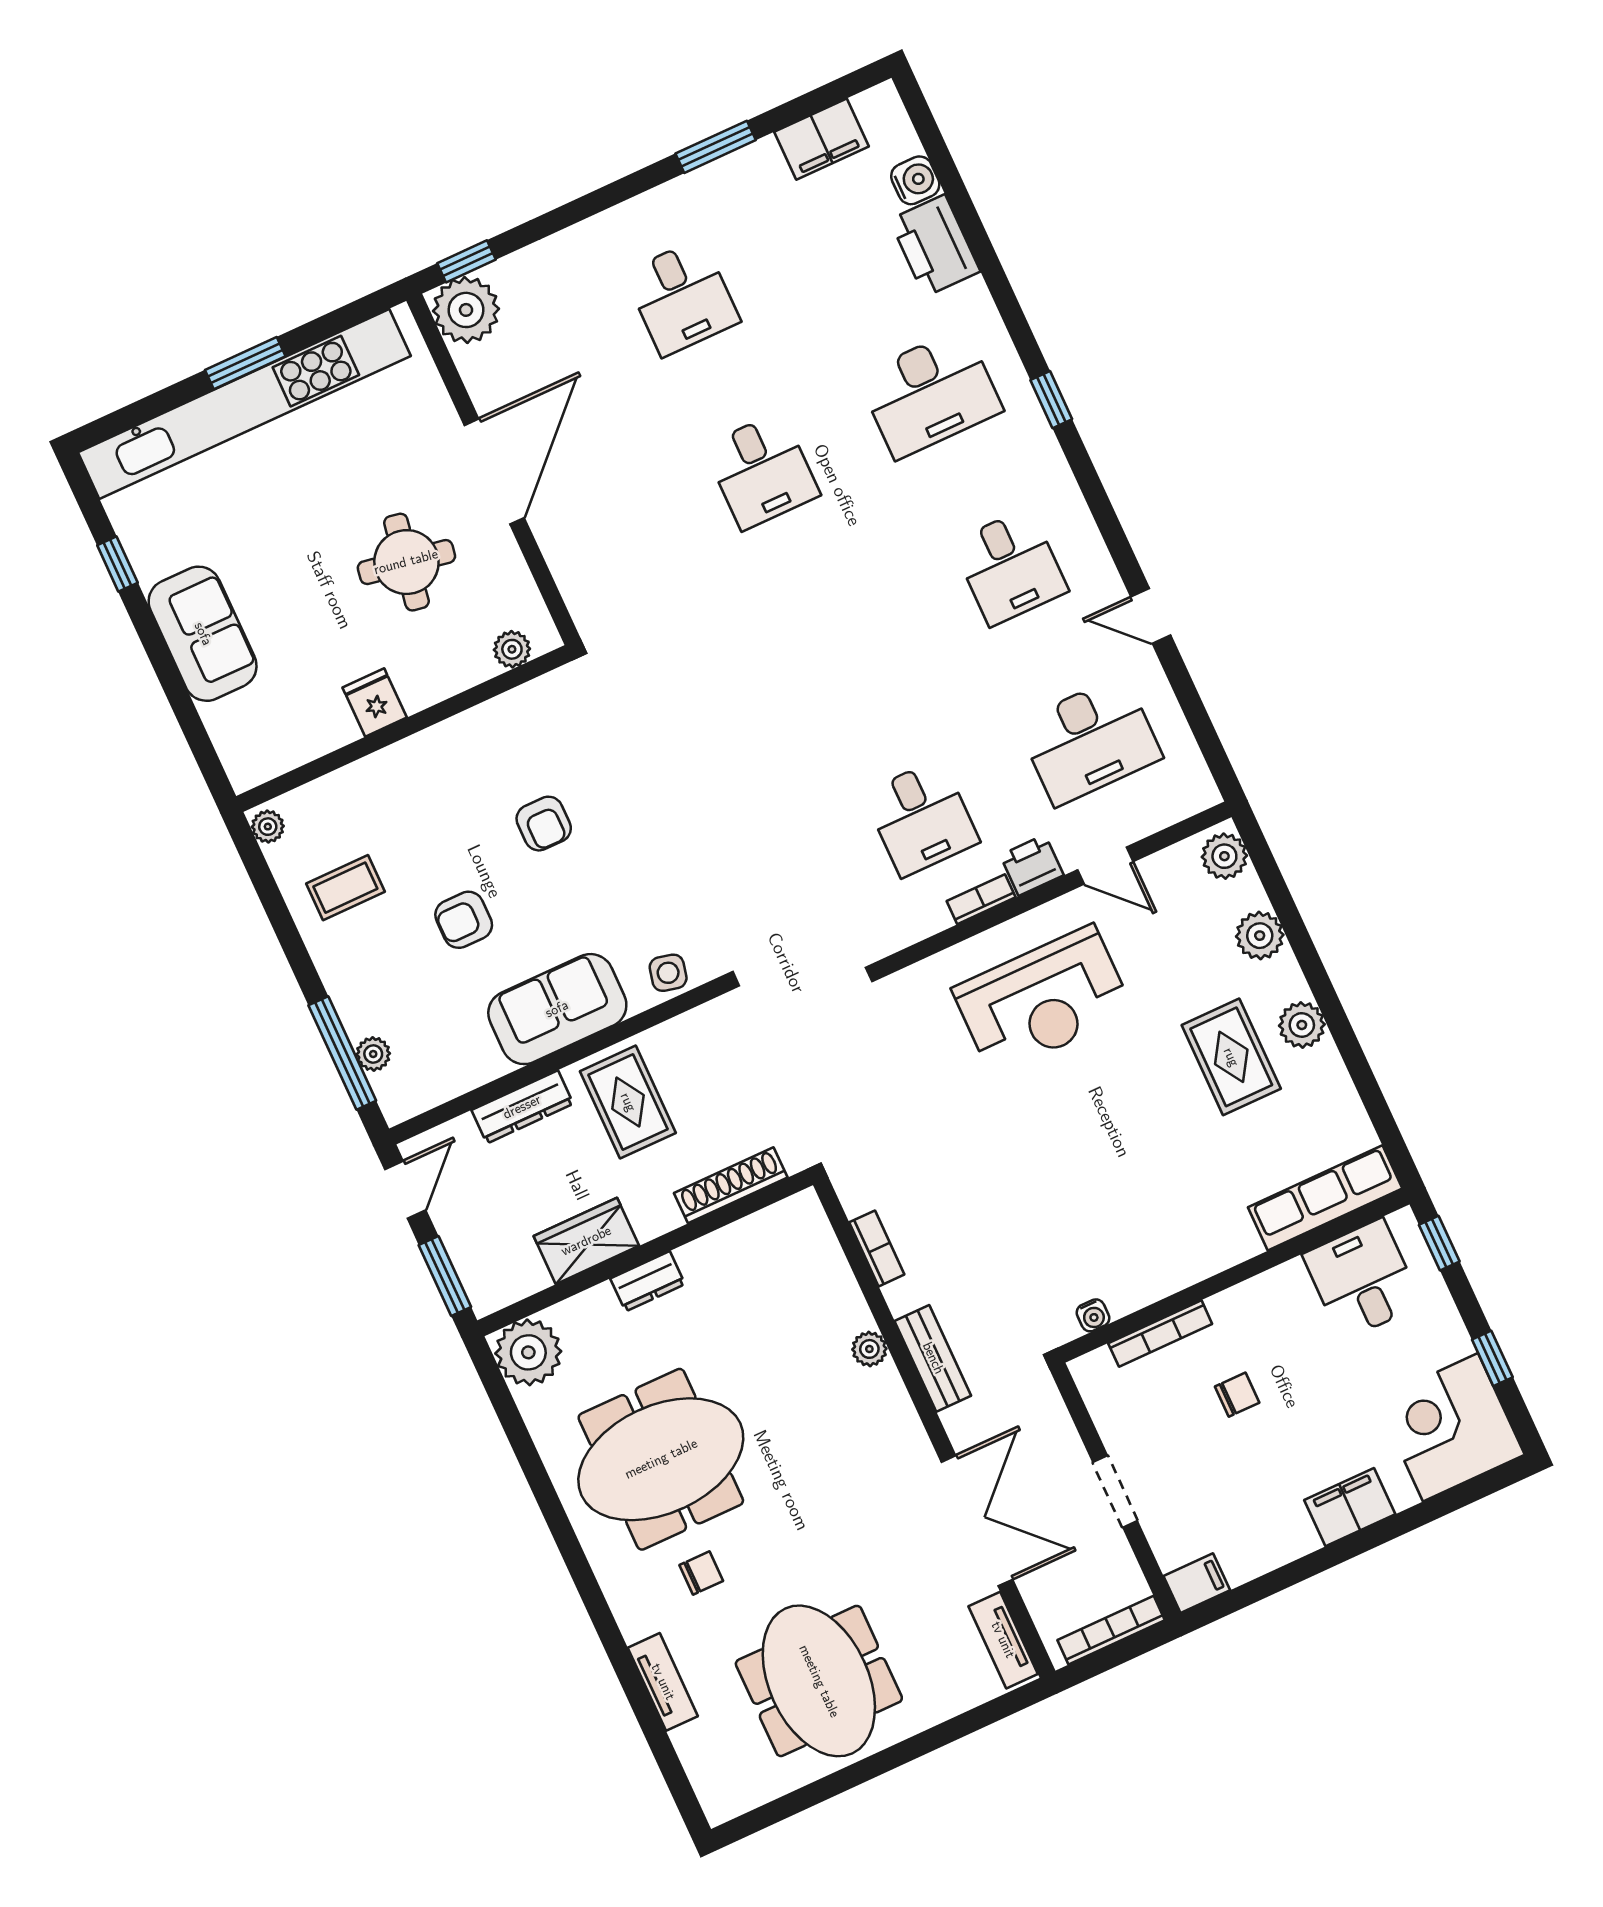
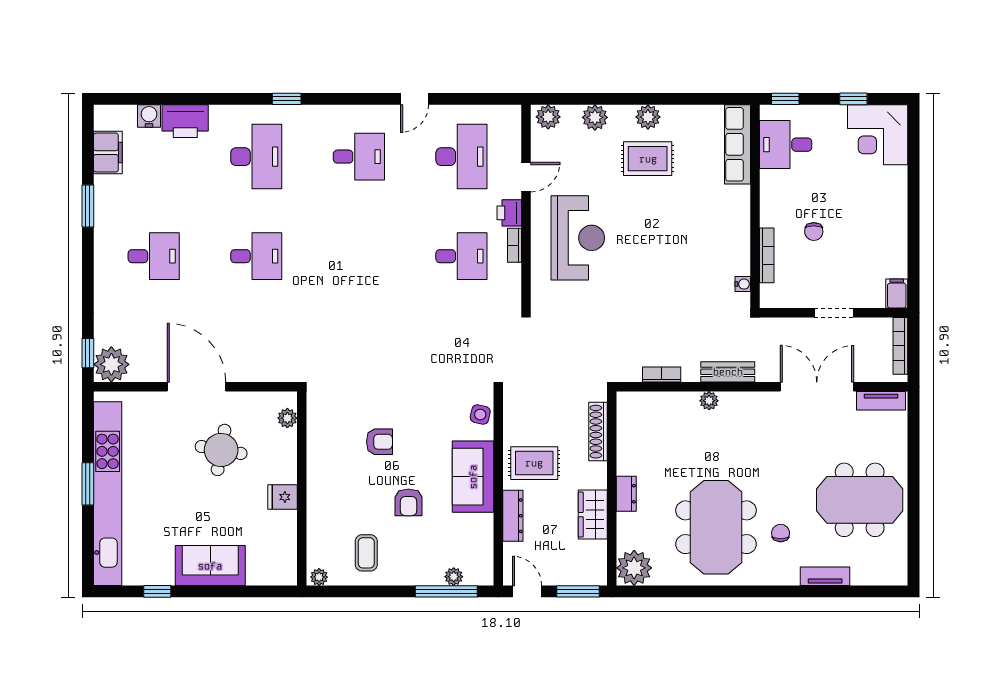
chair: (1237, 1395) -> (814, 232), turned 180
filing cabinet: (1350, 1507) -> (894, 202), removed

